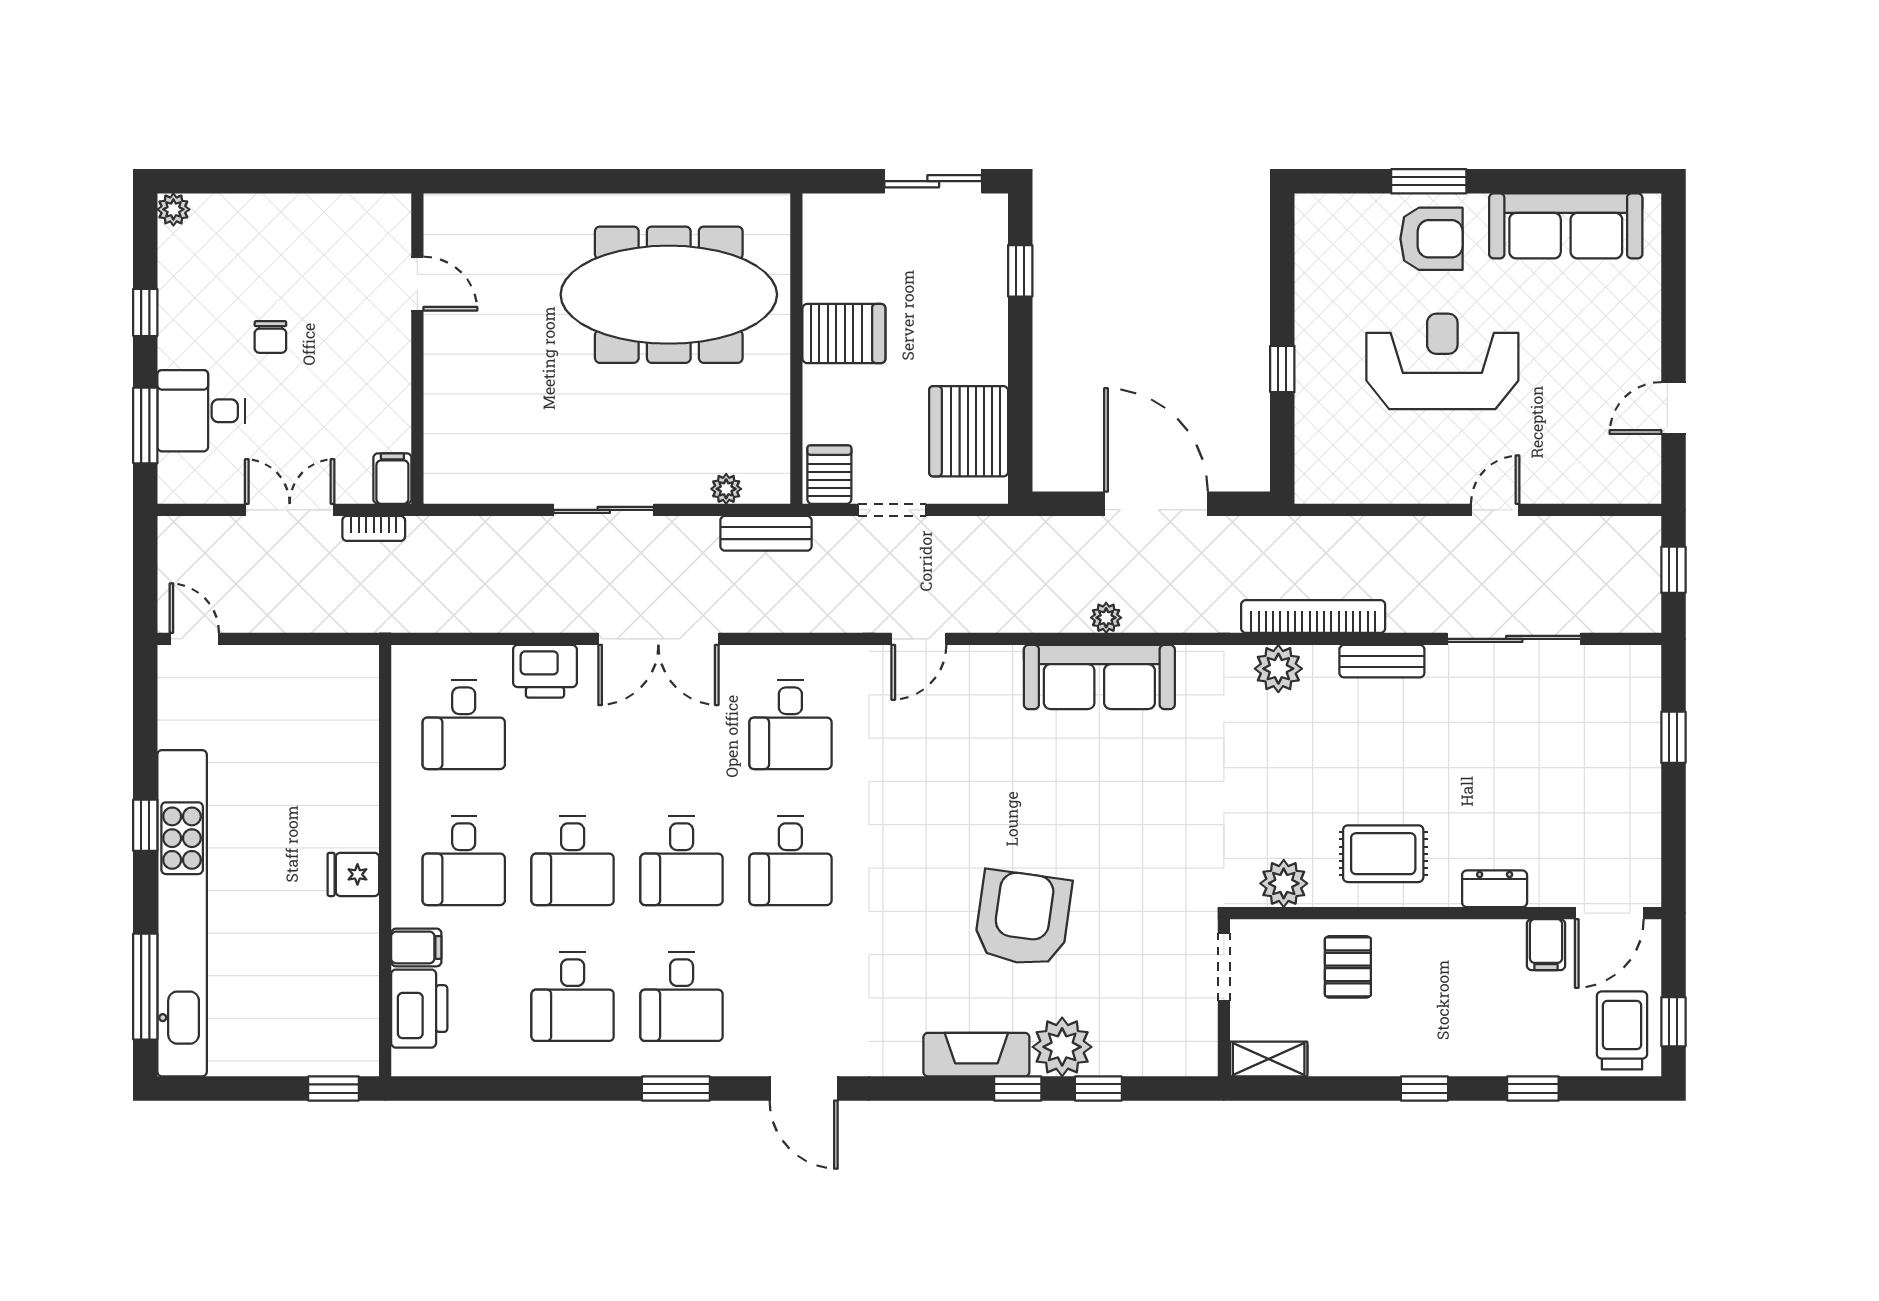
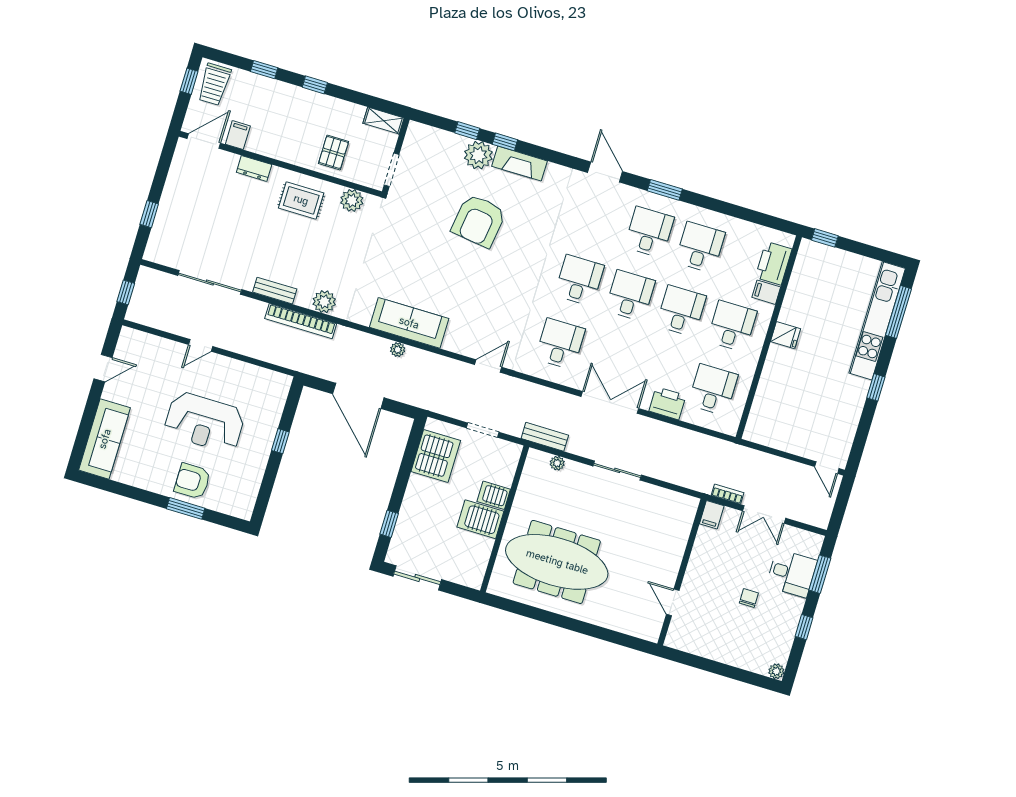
sofa: (1566, 226) -> (105, 439), moved, turned 90
server rack: (829, 475) -> (494, 495), moved, turned 90
kitchen unit: (182, 913) -> (877, 321), width x0.73

